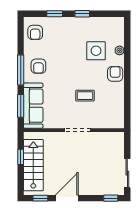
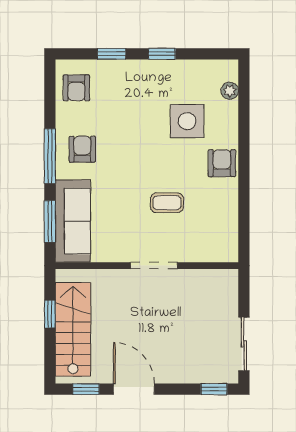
plant: (120, 50) -> (230, 91), moved
armchair: (38, 66) -> (82, 149), turned 180
door: (67, 198) -> (134, 389), hinge flipped

